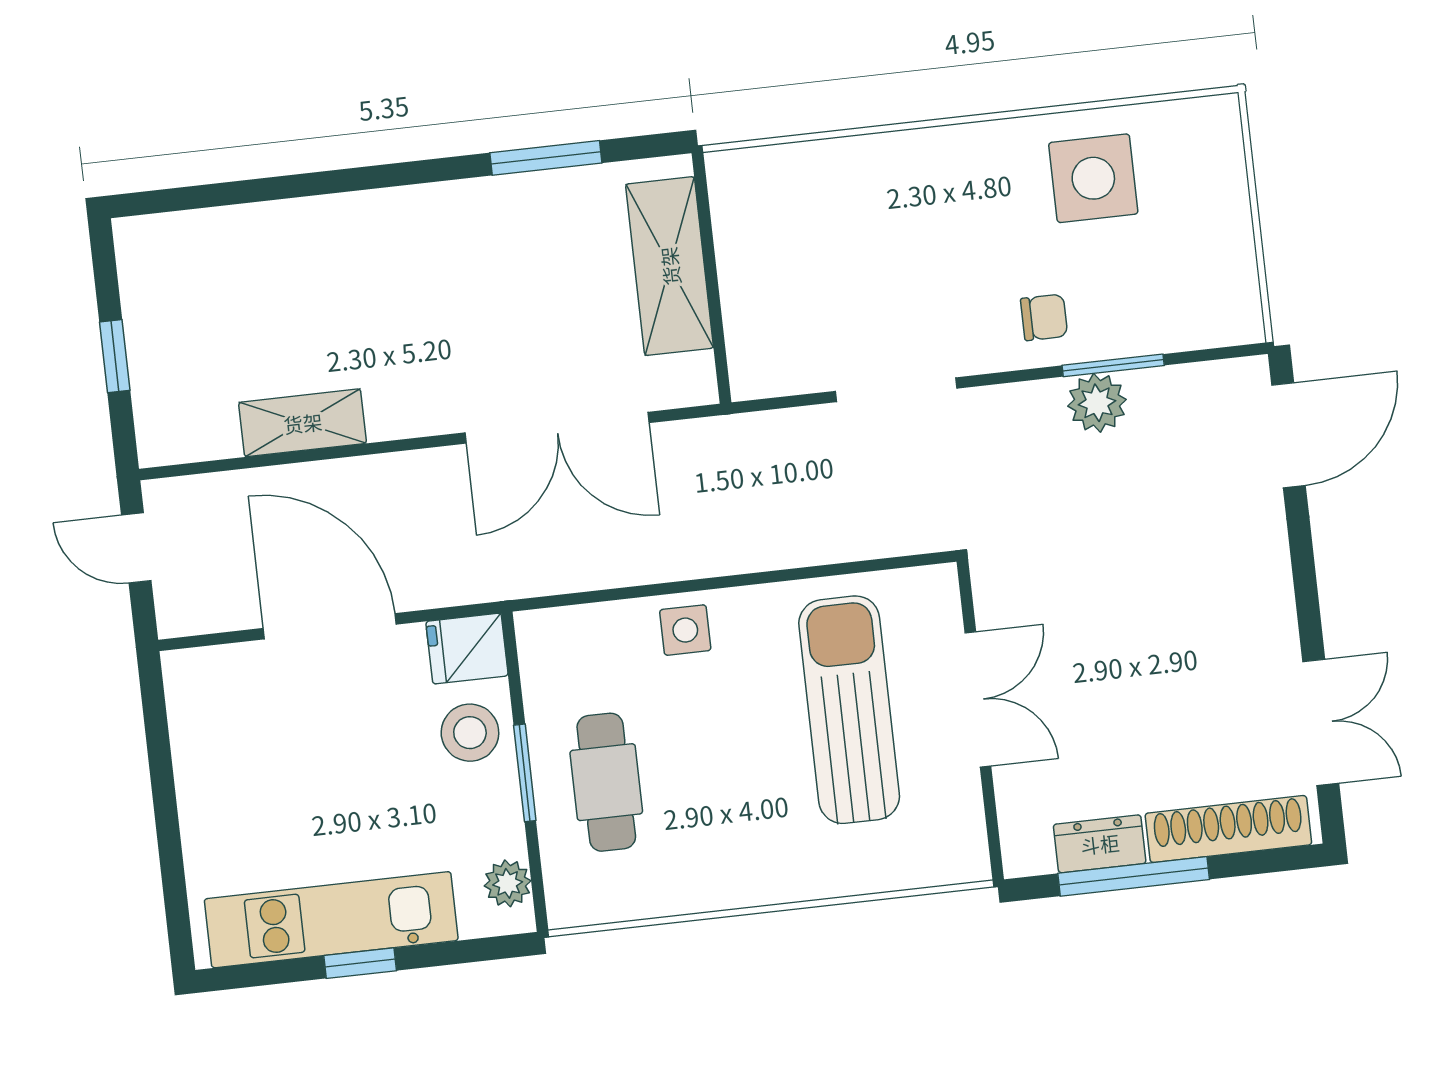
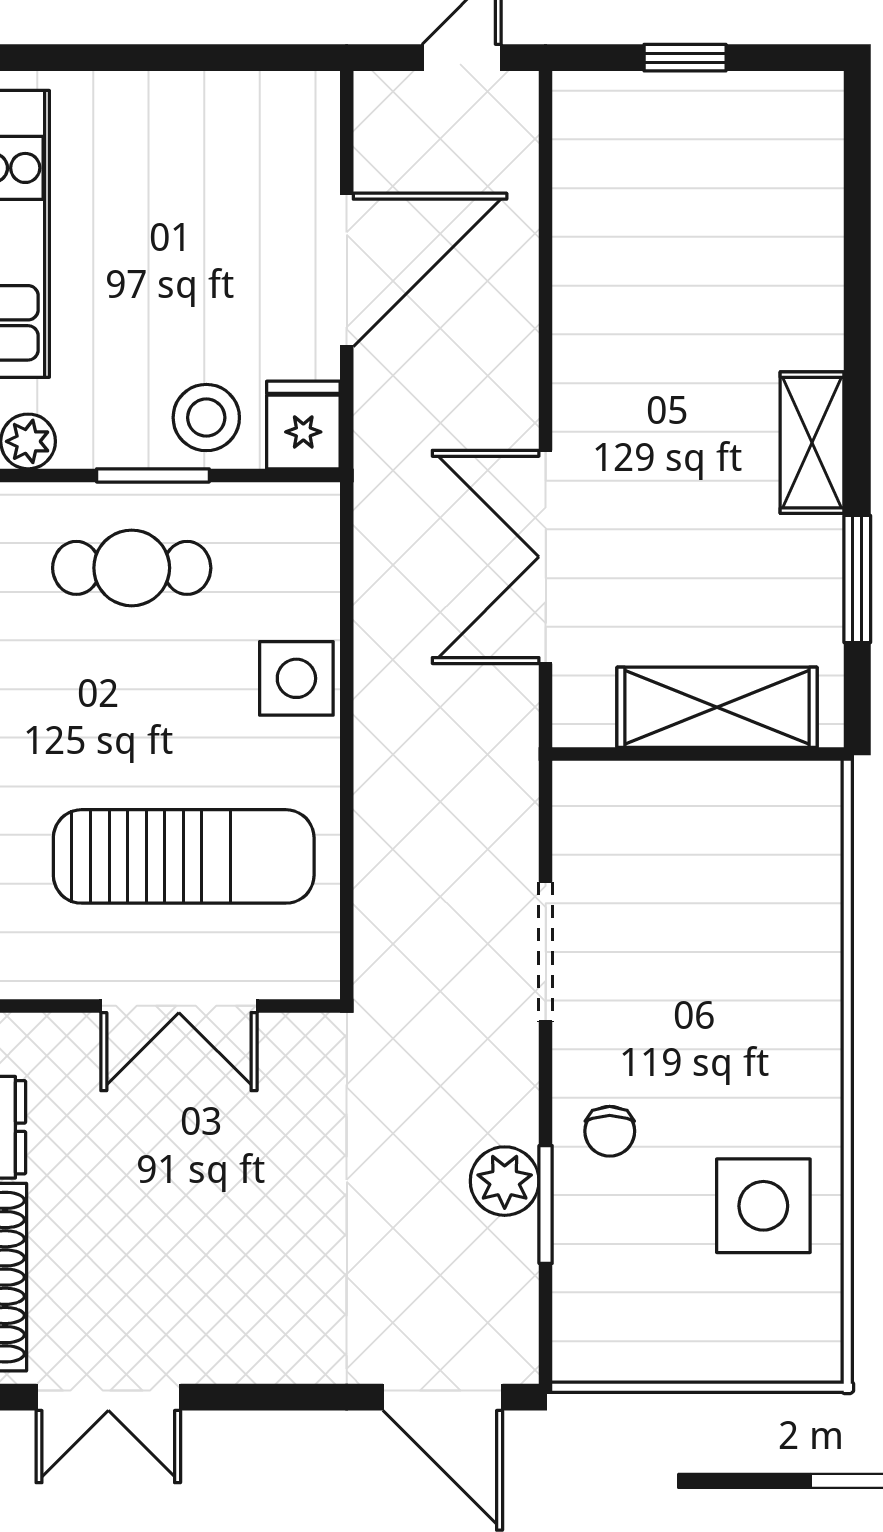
shelving: (303, 423) -> (812, 443), moved
side table: (685, 630) -> (296, 678), width x1.37, depth x1.37

